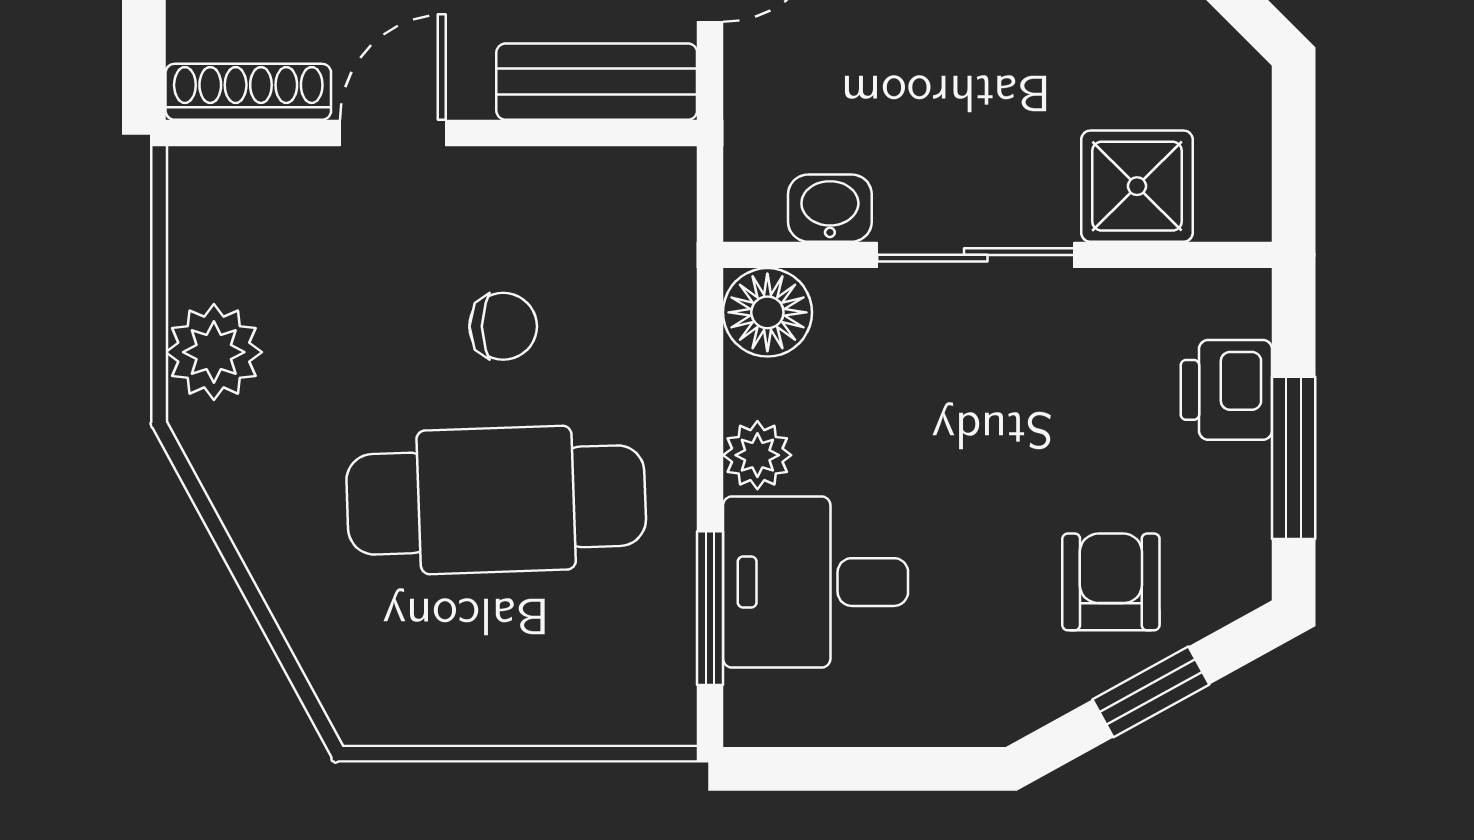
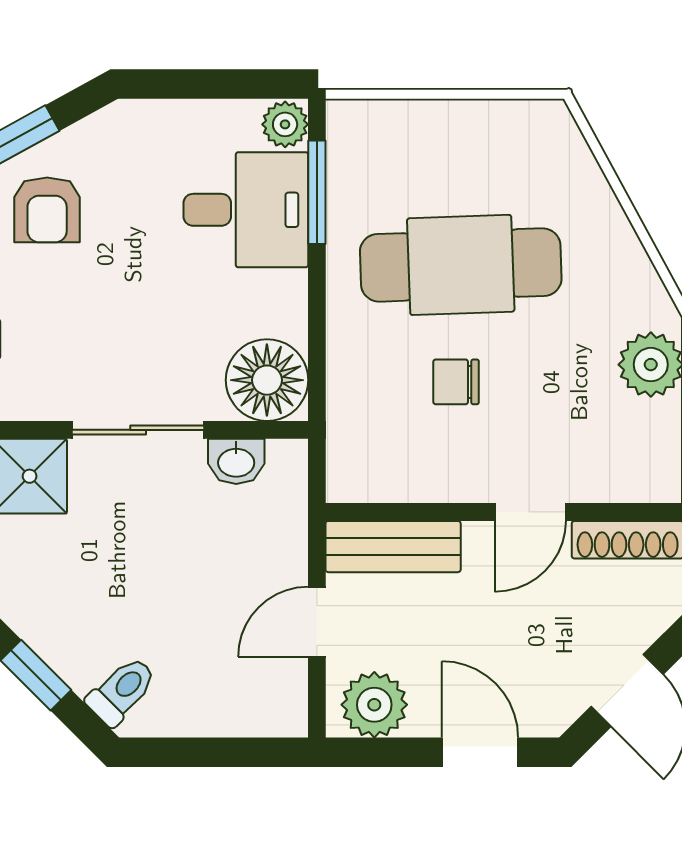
floor lamp: (767, 312) -> (267, 380), width x1.38, depth x1.38
plant: (757, 455) -> (285, 124), moved

